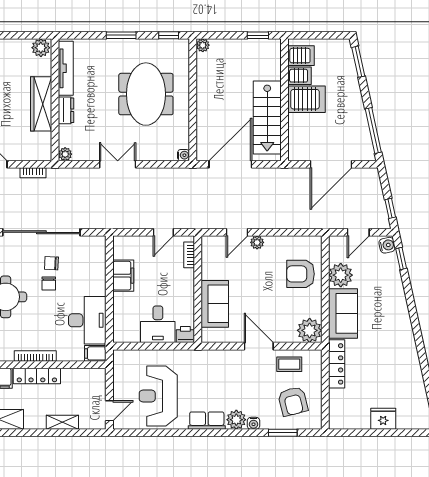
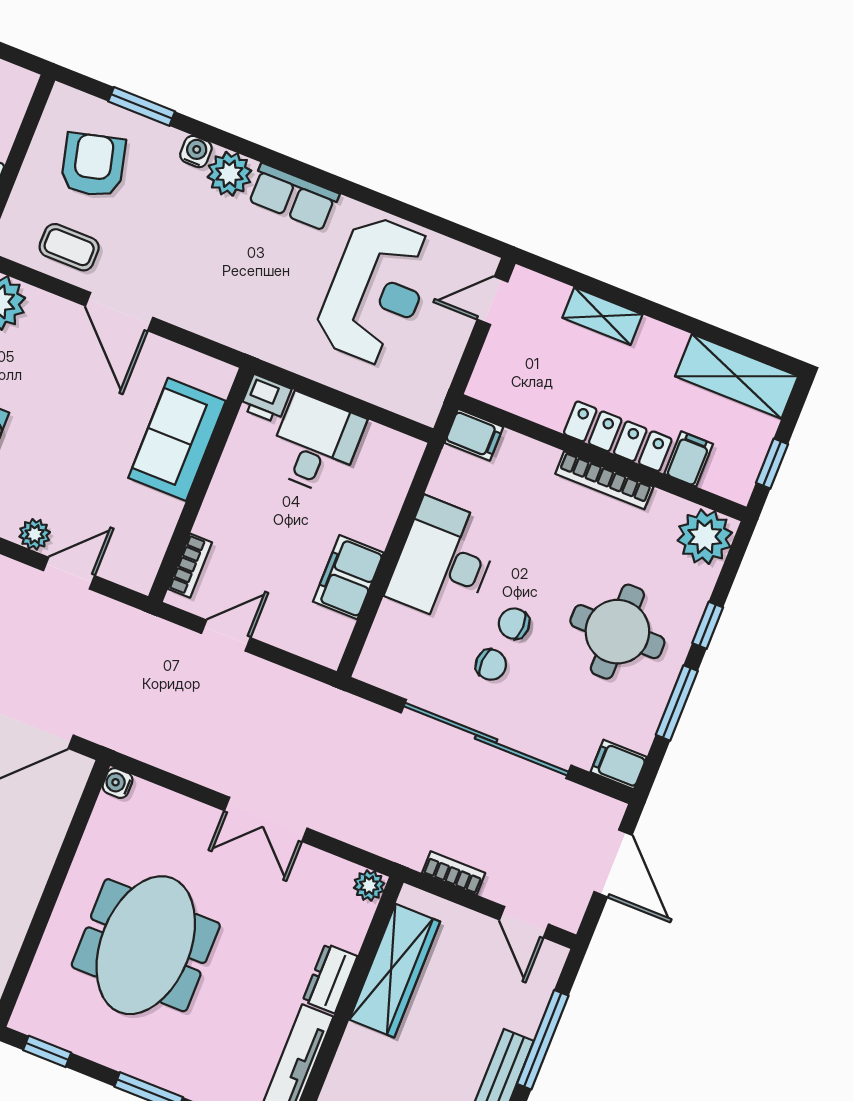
wardrobe: (41, 104) -> (395, 971), moved
chair: (49, 284) -> (514, 624), turned -90
desk: (87, 320) -> (444, 561), moved

